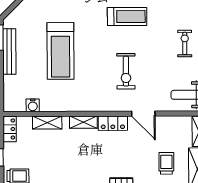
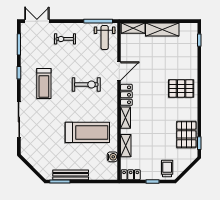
treadmill: (127, 16) -> (44, 84), turned 180
treadmill: (60, 51) -> (87, 132), moved
trolley: (166, 163) -> (158, 53), removed

